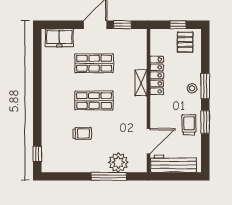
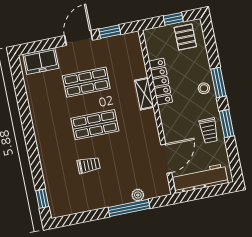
trolley: (189, 125) -> (209, 131), turned 180
plant: (118, 162) -> (138, 195), width x0.53, depth x0.53

